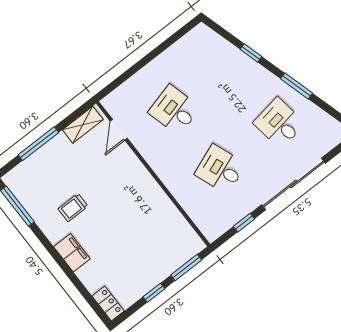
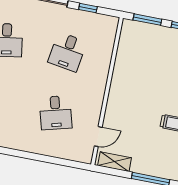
desk: (220, 169) -> (67, 52), turned 30

